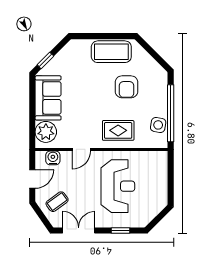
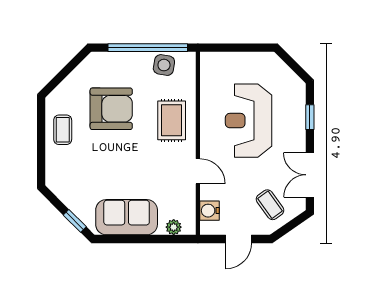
coffee table: (111, 52) -> (63, 130), width x0.54, depth x0.58
armchair: (126, 87) -> (111, 109), width x1.36, depth x1.36
plant: (46, 132) -> (174, 227), width x0.53, depth x0.53
door: (32, 179) -> (239, 239), swing flipped
reception desk: (118, 186) -> (249, 121), turned -90

